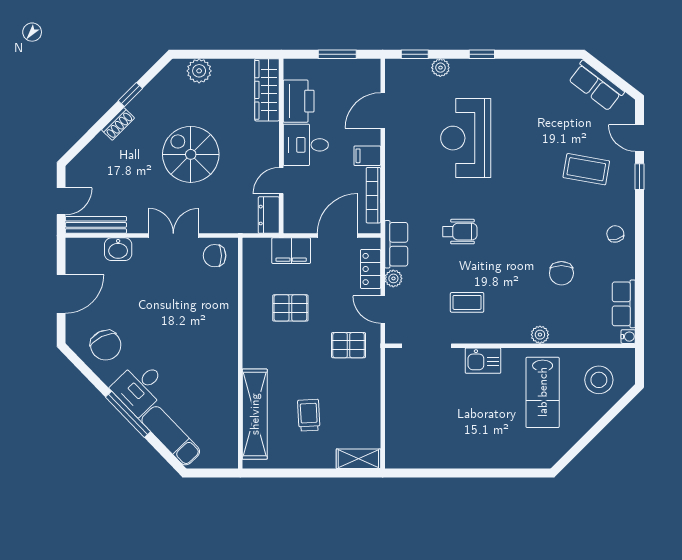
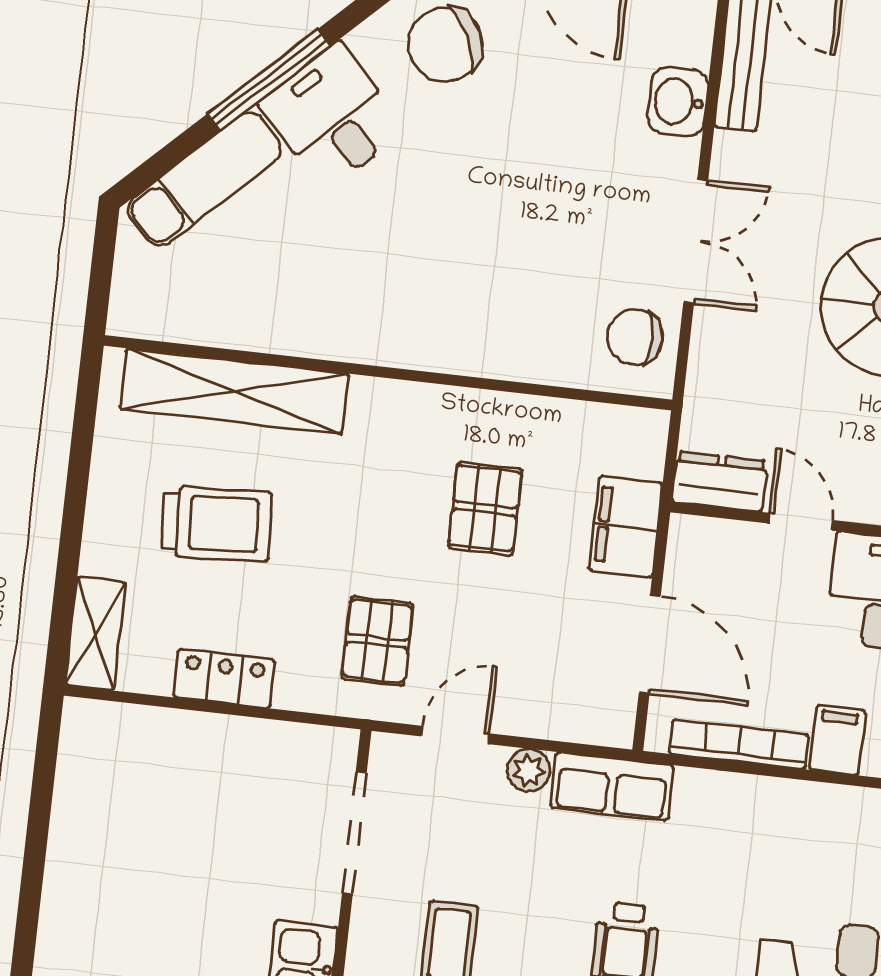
chair: (215, 256) -> (635, 337), turned -92
locker: (371, 269) -> (224, 678), moved
trolley: (309, 415) -> (216, 524), width x1.36, depth x1.39

